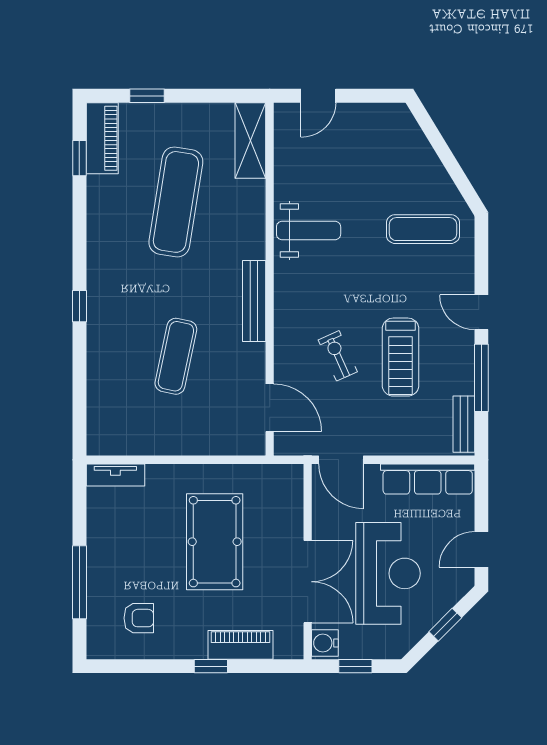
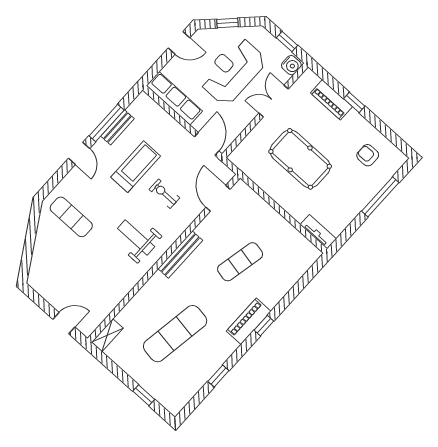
piano: (102, 138) -> (249, 321), moved
shelving: (250, 141) -> (107, 335), width x0.67, depth x0.75
window: (79, 158) -> (218, 376), moved
weight bench: (309, 231) -> (136, 238), moved
exercise bike: (338, 356) -> (164, 194), turned 114
bench: (464, 424) -> (117, 127), moved
pool table: (215, 542) -> (300, 159), turned 90
double door: (308, 582) -> (274, 101), width x0.73

